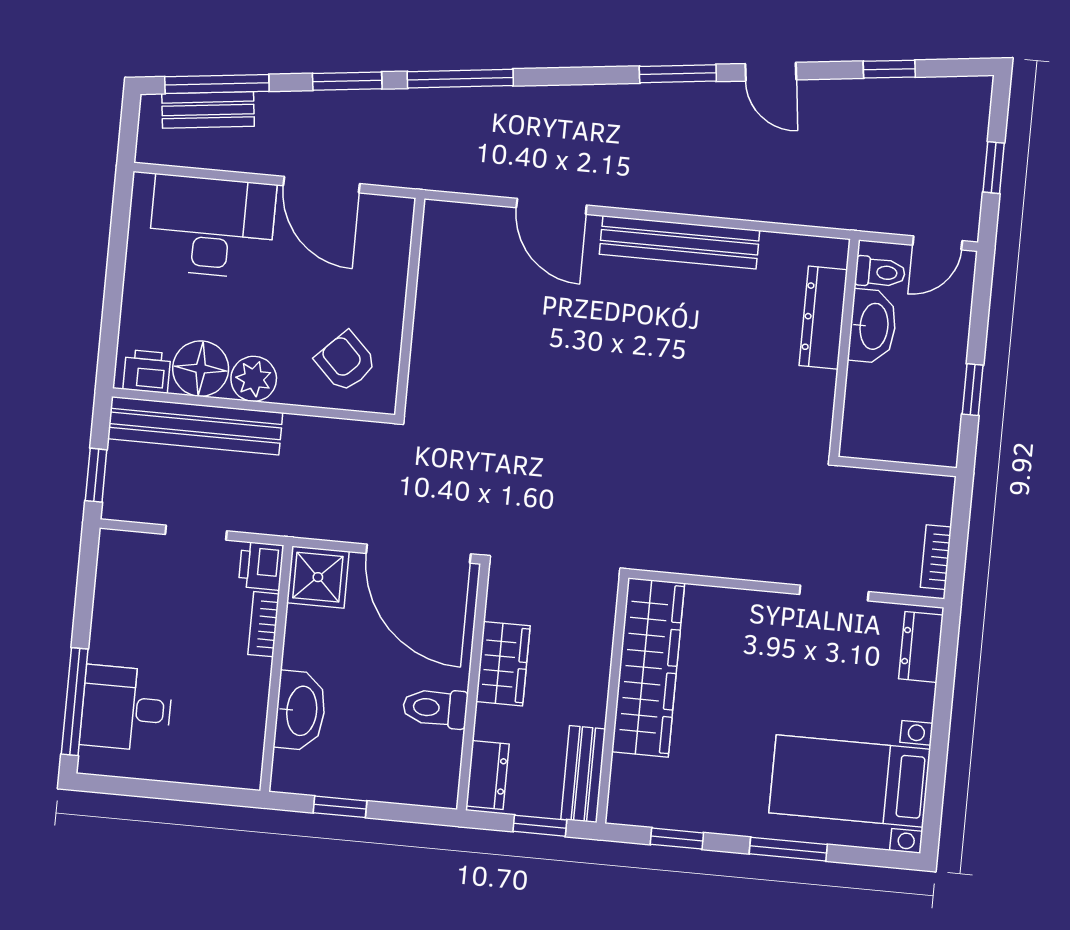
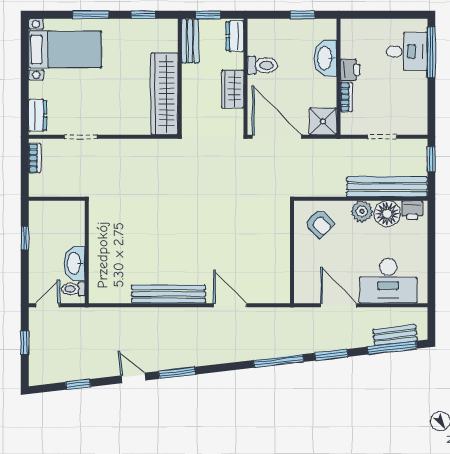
dresser: (823, 318) -> (98, 265), removed
printer: (261, 566) -> (350, 70), moved

